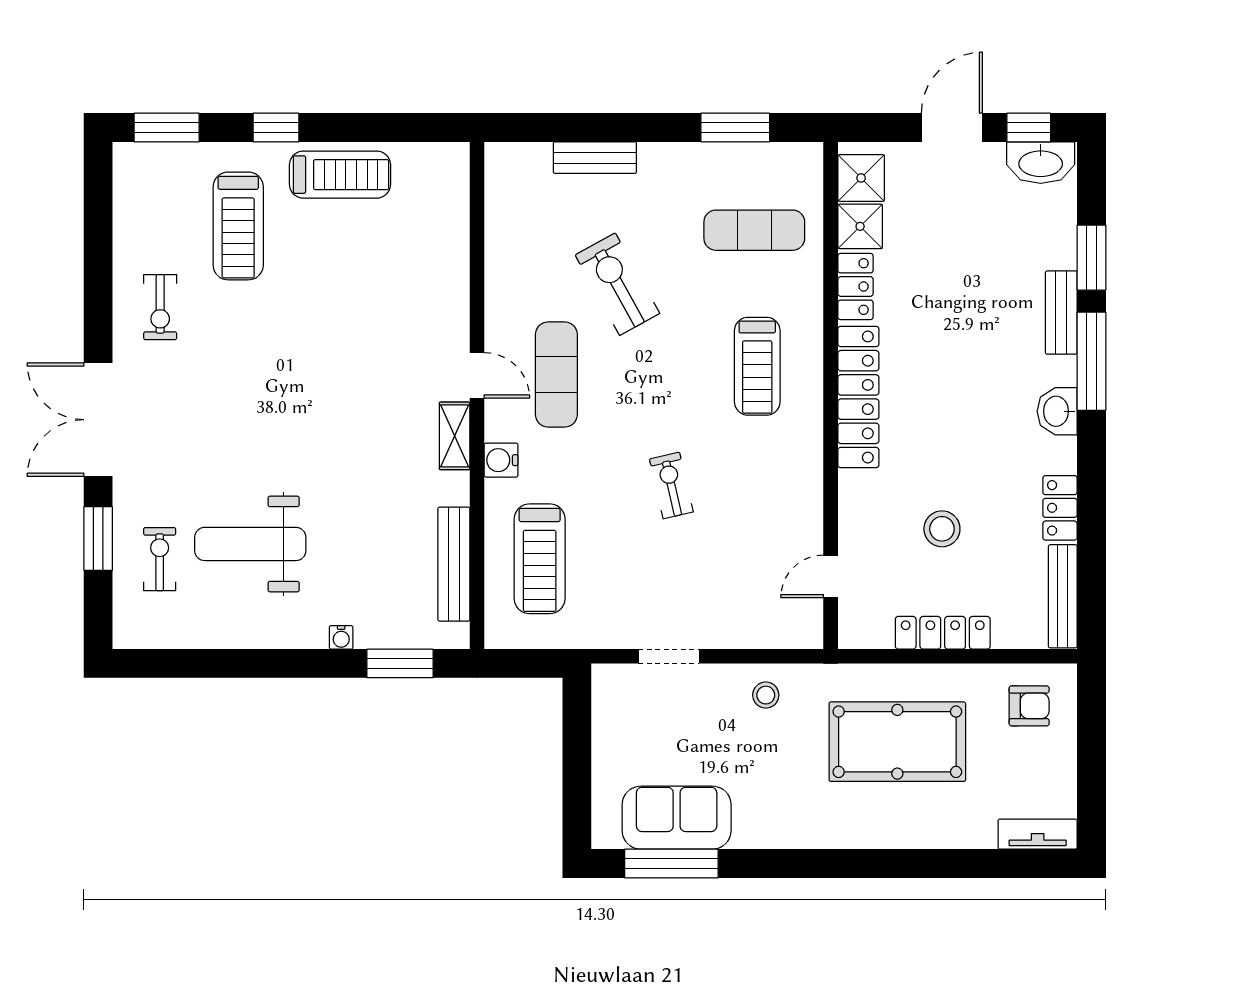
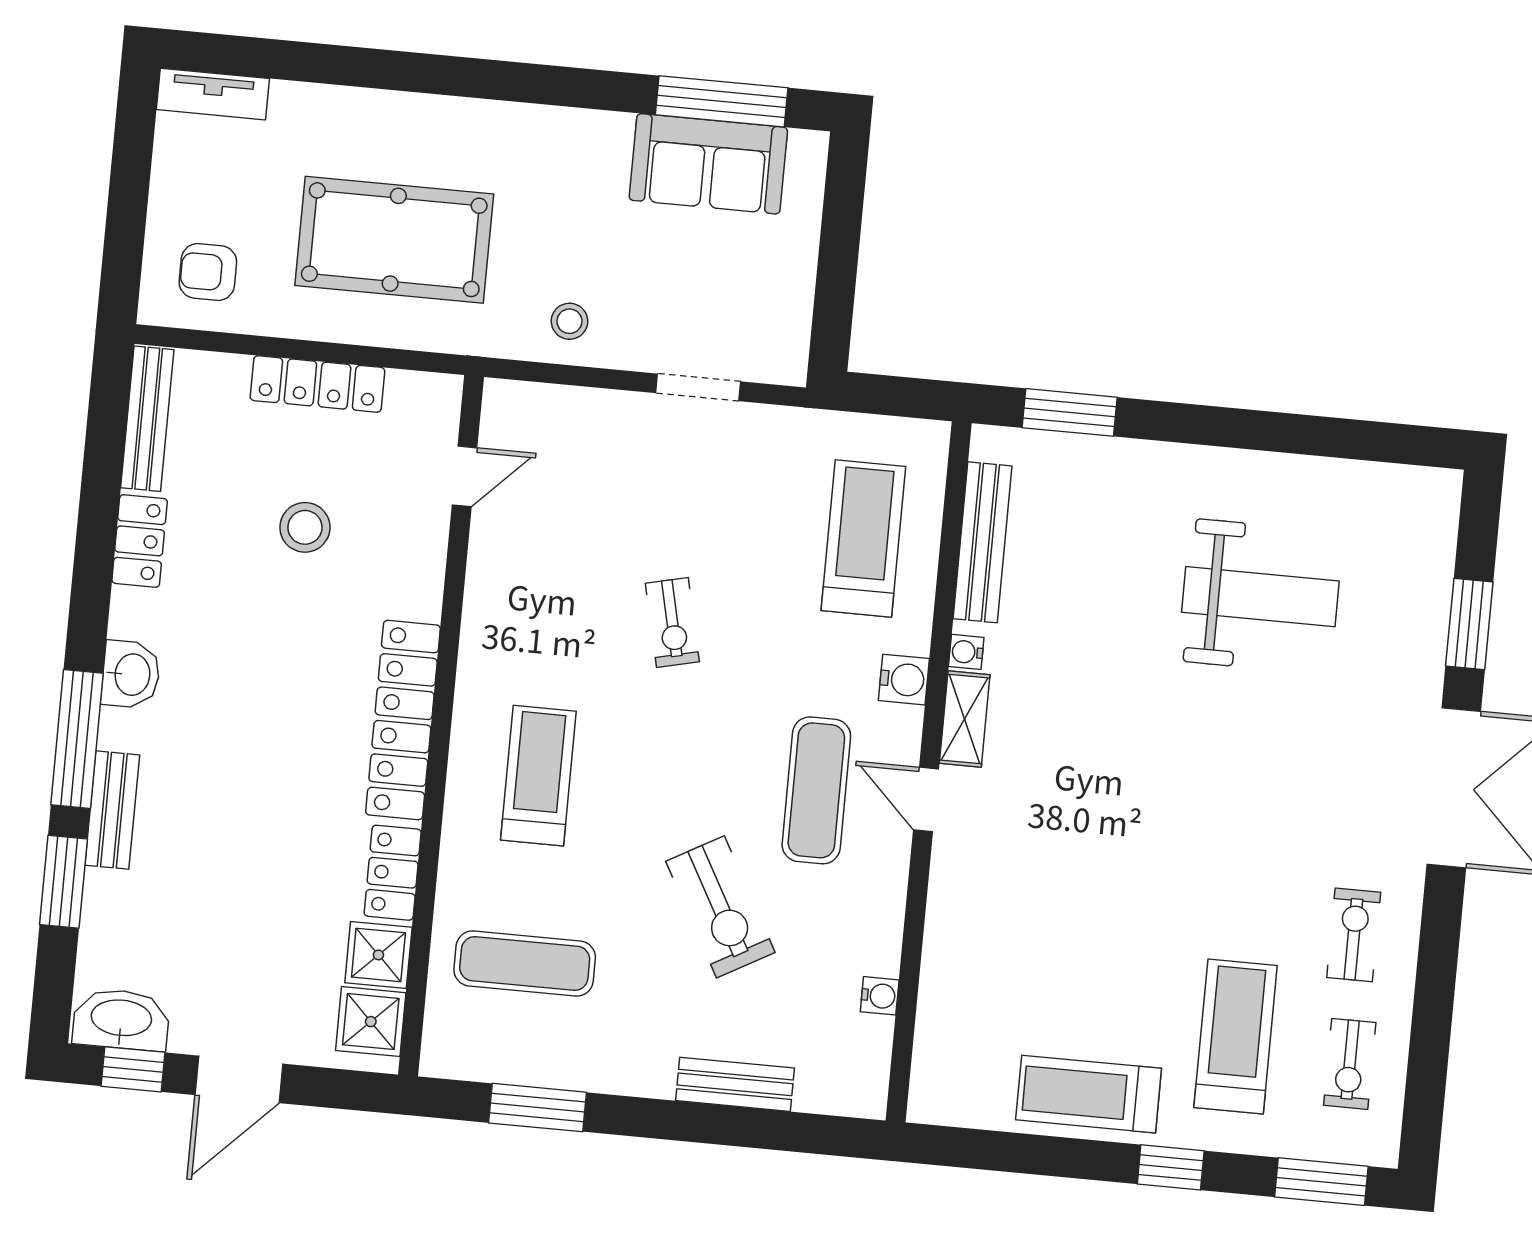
water cooler: (497, 231) -> (880, 996), added
exercise bike: (160, 559) -> (1350, 1064), moved
water cooler: (341, 637) -> (966, 652), moved, turned -90

